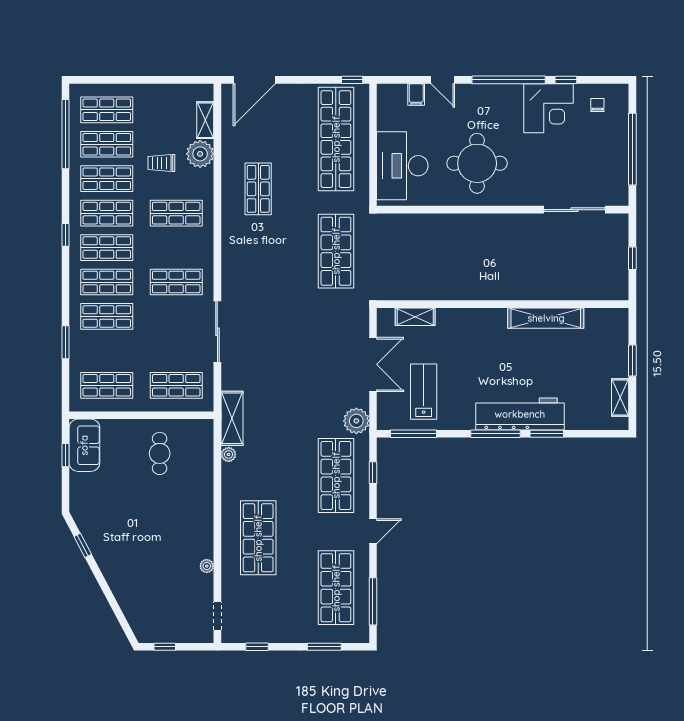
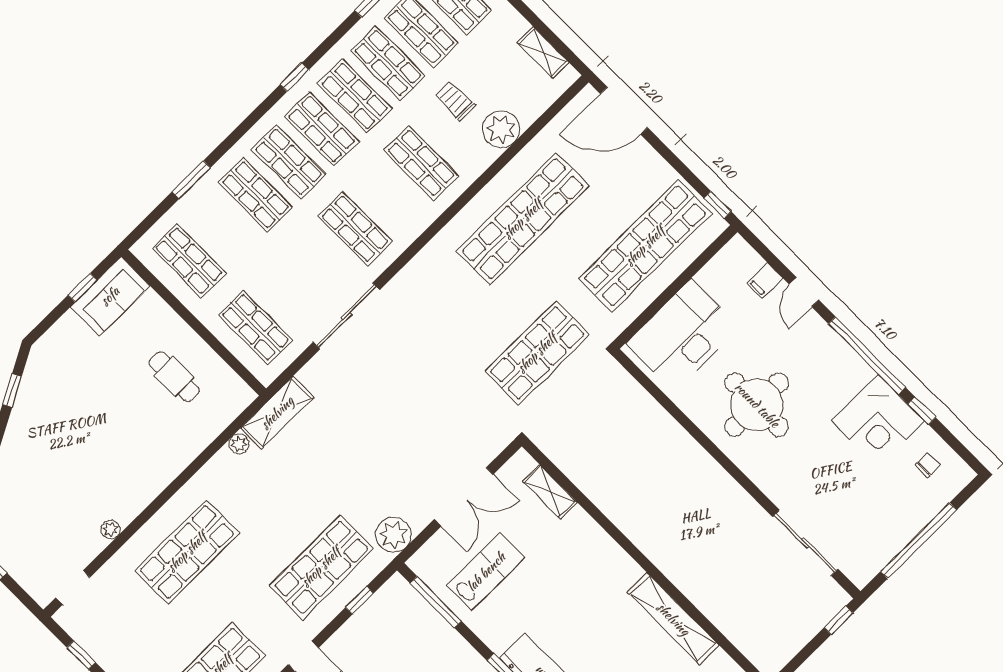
shelving: (205, 120) -> (543, 53), moved, turned 90
shop shelf: (258, 189) -> (523, 219), width x2.00, depth x1.36
window: (632, 258) -> (839, 620), moved
cafe table: (160, 453) -> (174, 377), turned 90

